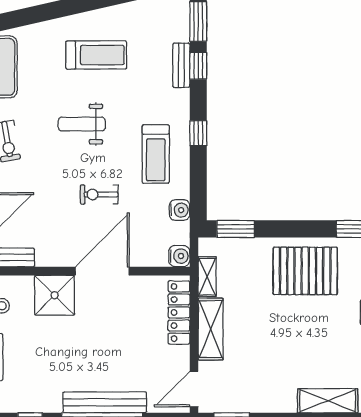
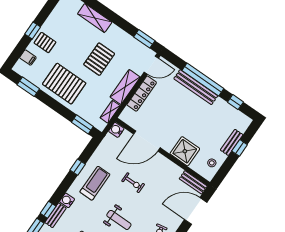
window: (198, 133) -> (78, 167), moved
water cooler: (180, 210) -> (67, 200), moved
door: (102, 271) -> (147, 141), moved
locker: (179, 312) -> (142, 94), moved
pallet: (278, 344) -> (99, 59), added

